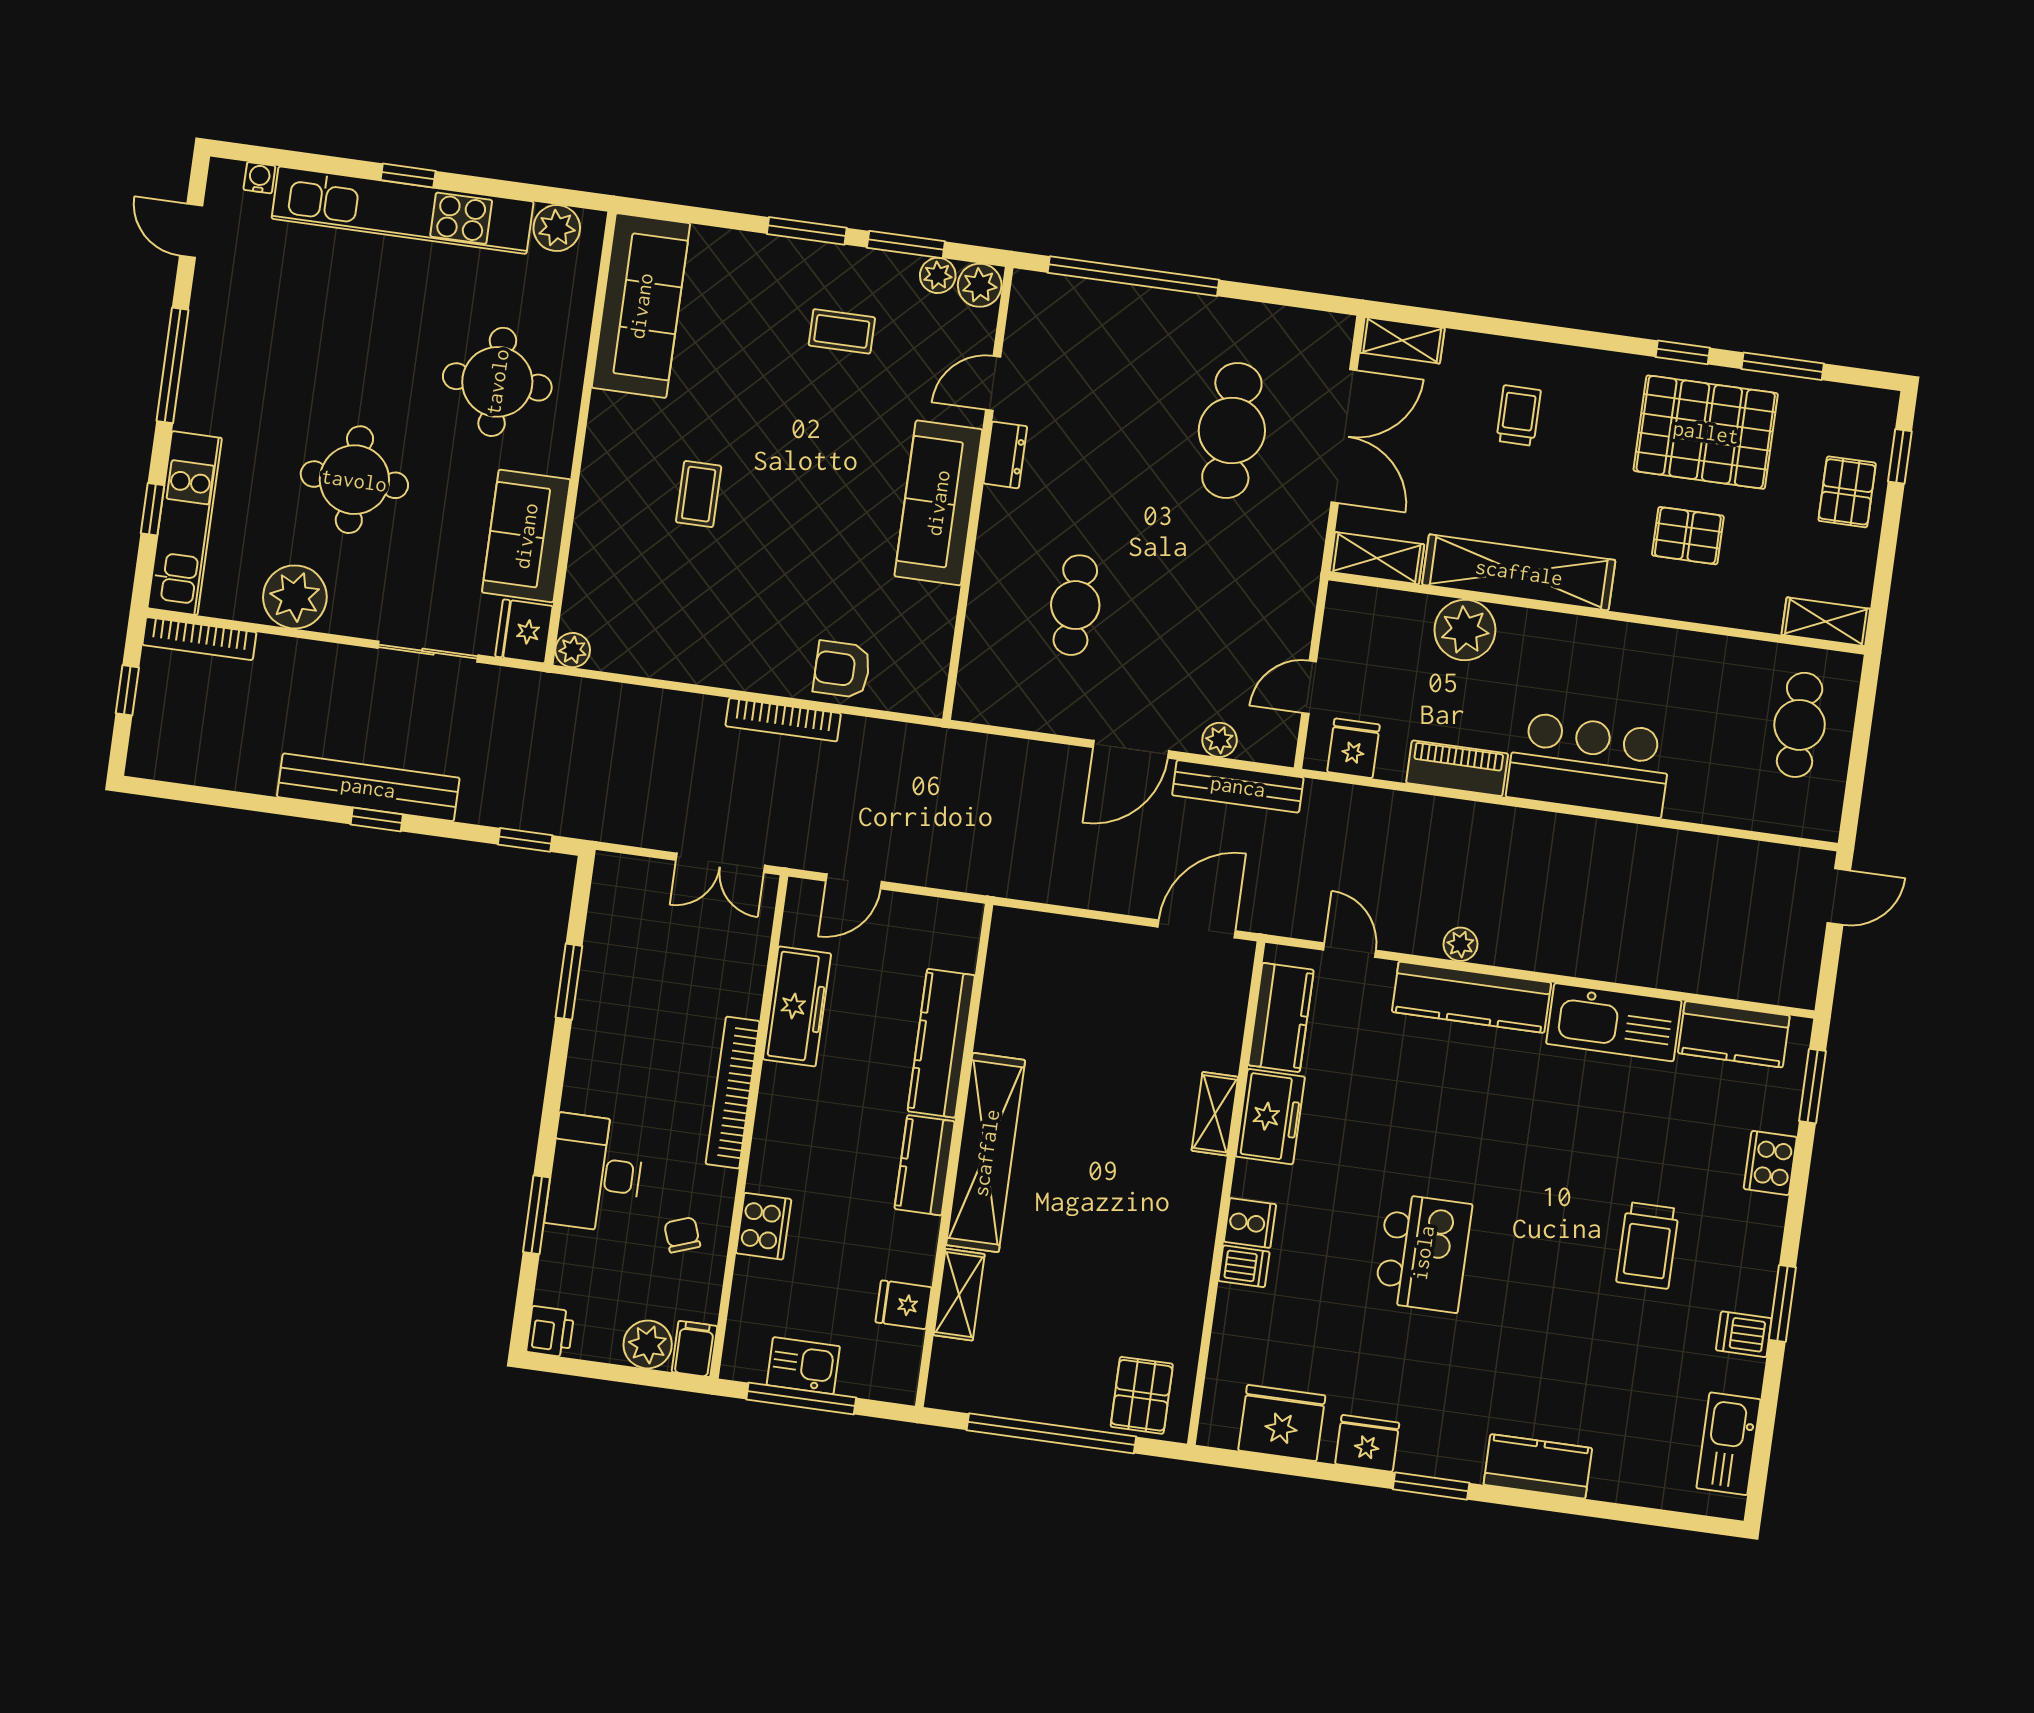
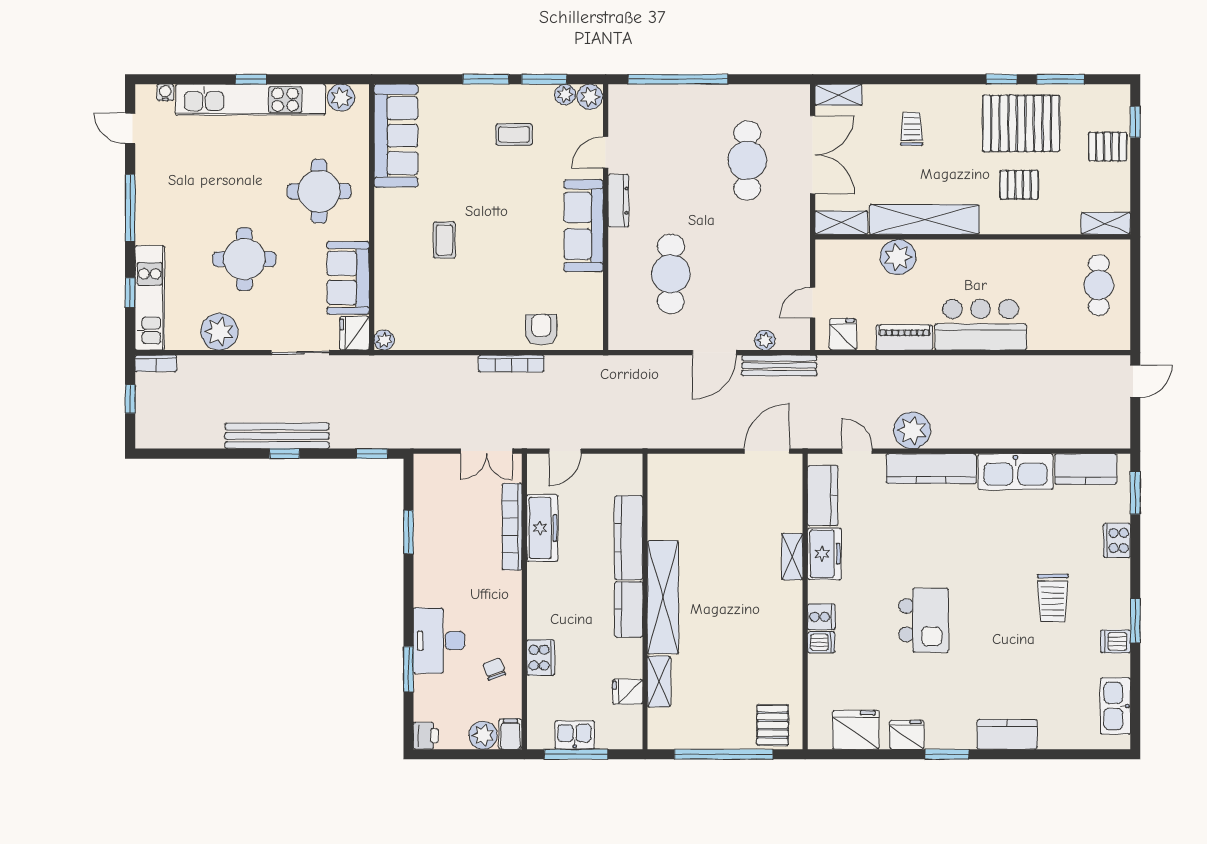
dresser: (1005, 455) -> (618, 201), width x1.44
pallet: (1847, 492) -> (1108, 147), turned 90
cafe table: (1075, 605) -> (671, 274), width x1.37, depth x1.35
bookcase: (199, 639) -> (156, 363), width x0.64
armchair: (842, 669) -> (541, 330), turned 90
plant: (1461, 944) -> (912, 430), width x1.88, depth x1.88
bookcase: (733, 1093) -> (512, 527), moved

